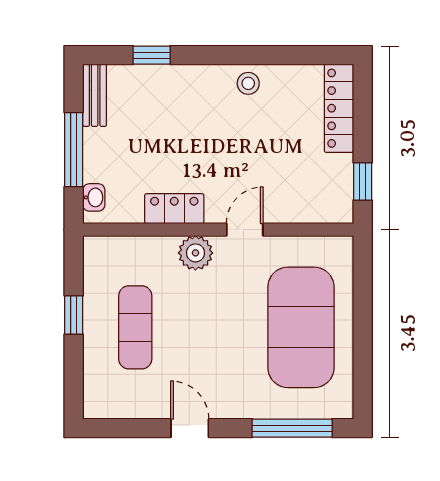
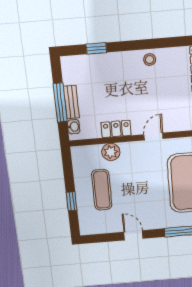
bench: (95, 95) -> (71, 102), moved
plant: (195, 253) -> (111, 152), moved
window: (74, 315) -> (72, 201), moved

